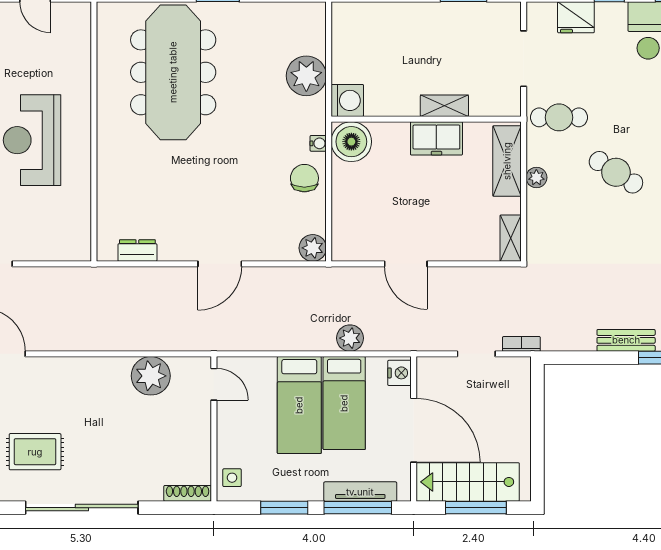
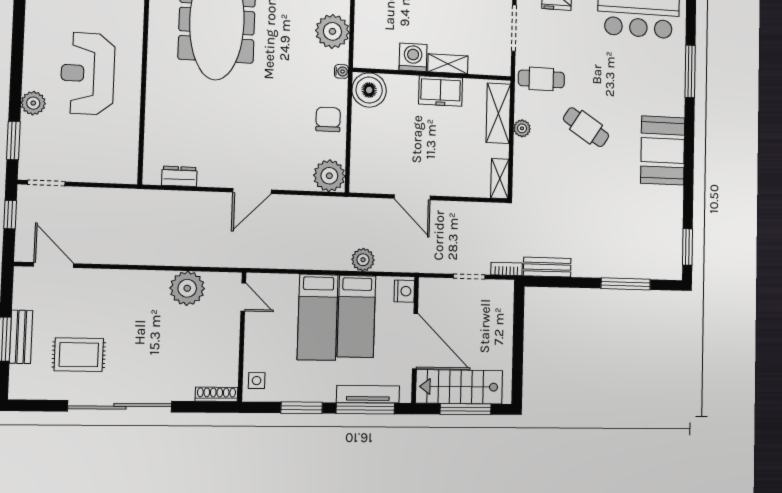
washing machine: (347, 100) -> (413, 57), moved, turned -90
water cooler: (318, 143) -> (341, 71), moved
plant: (313, 248) -> (329, 176), width x1.36, depth x1.36
bench: (626, 340) -> (547, 267), moved

